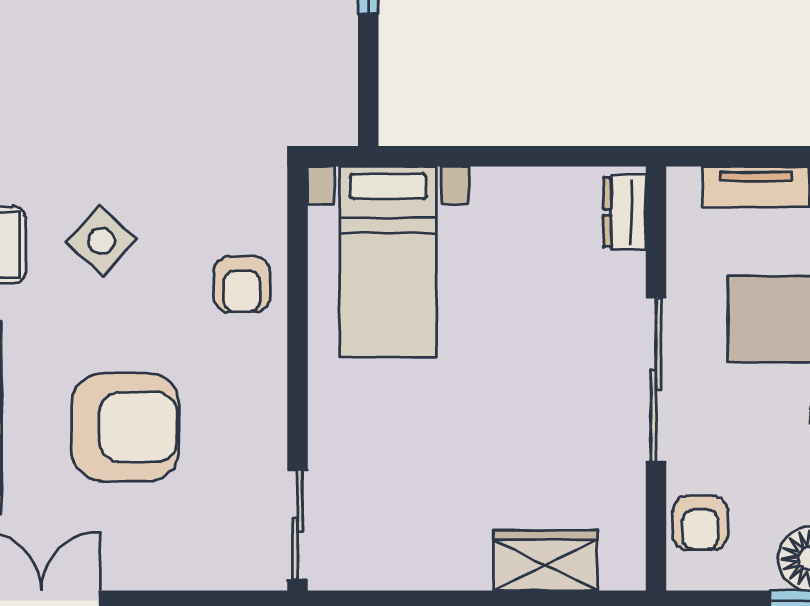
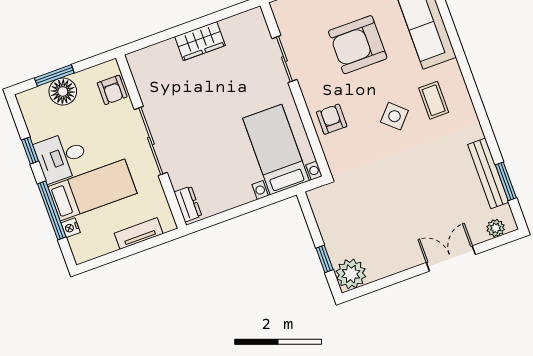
armchair: (700, 523) -> (112, 90), turned 180
sliding door: (298, 525) -> (284, 59), moved
wardrobe: (545, 560) -> (200, 41), moved

